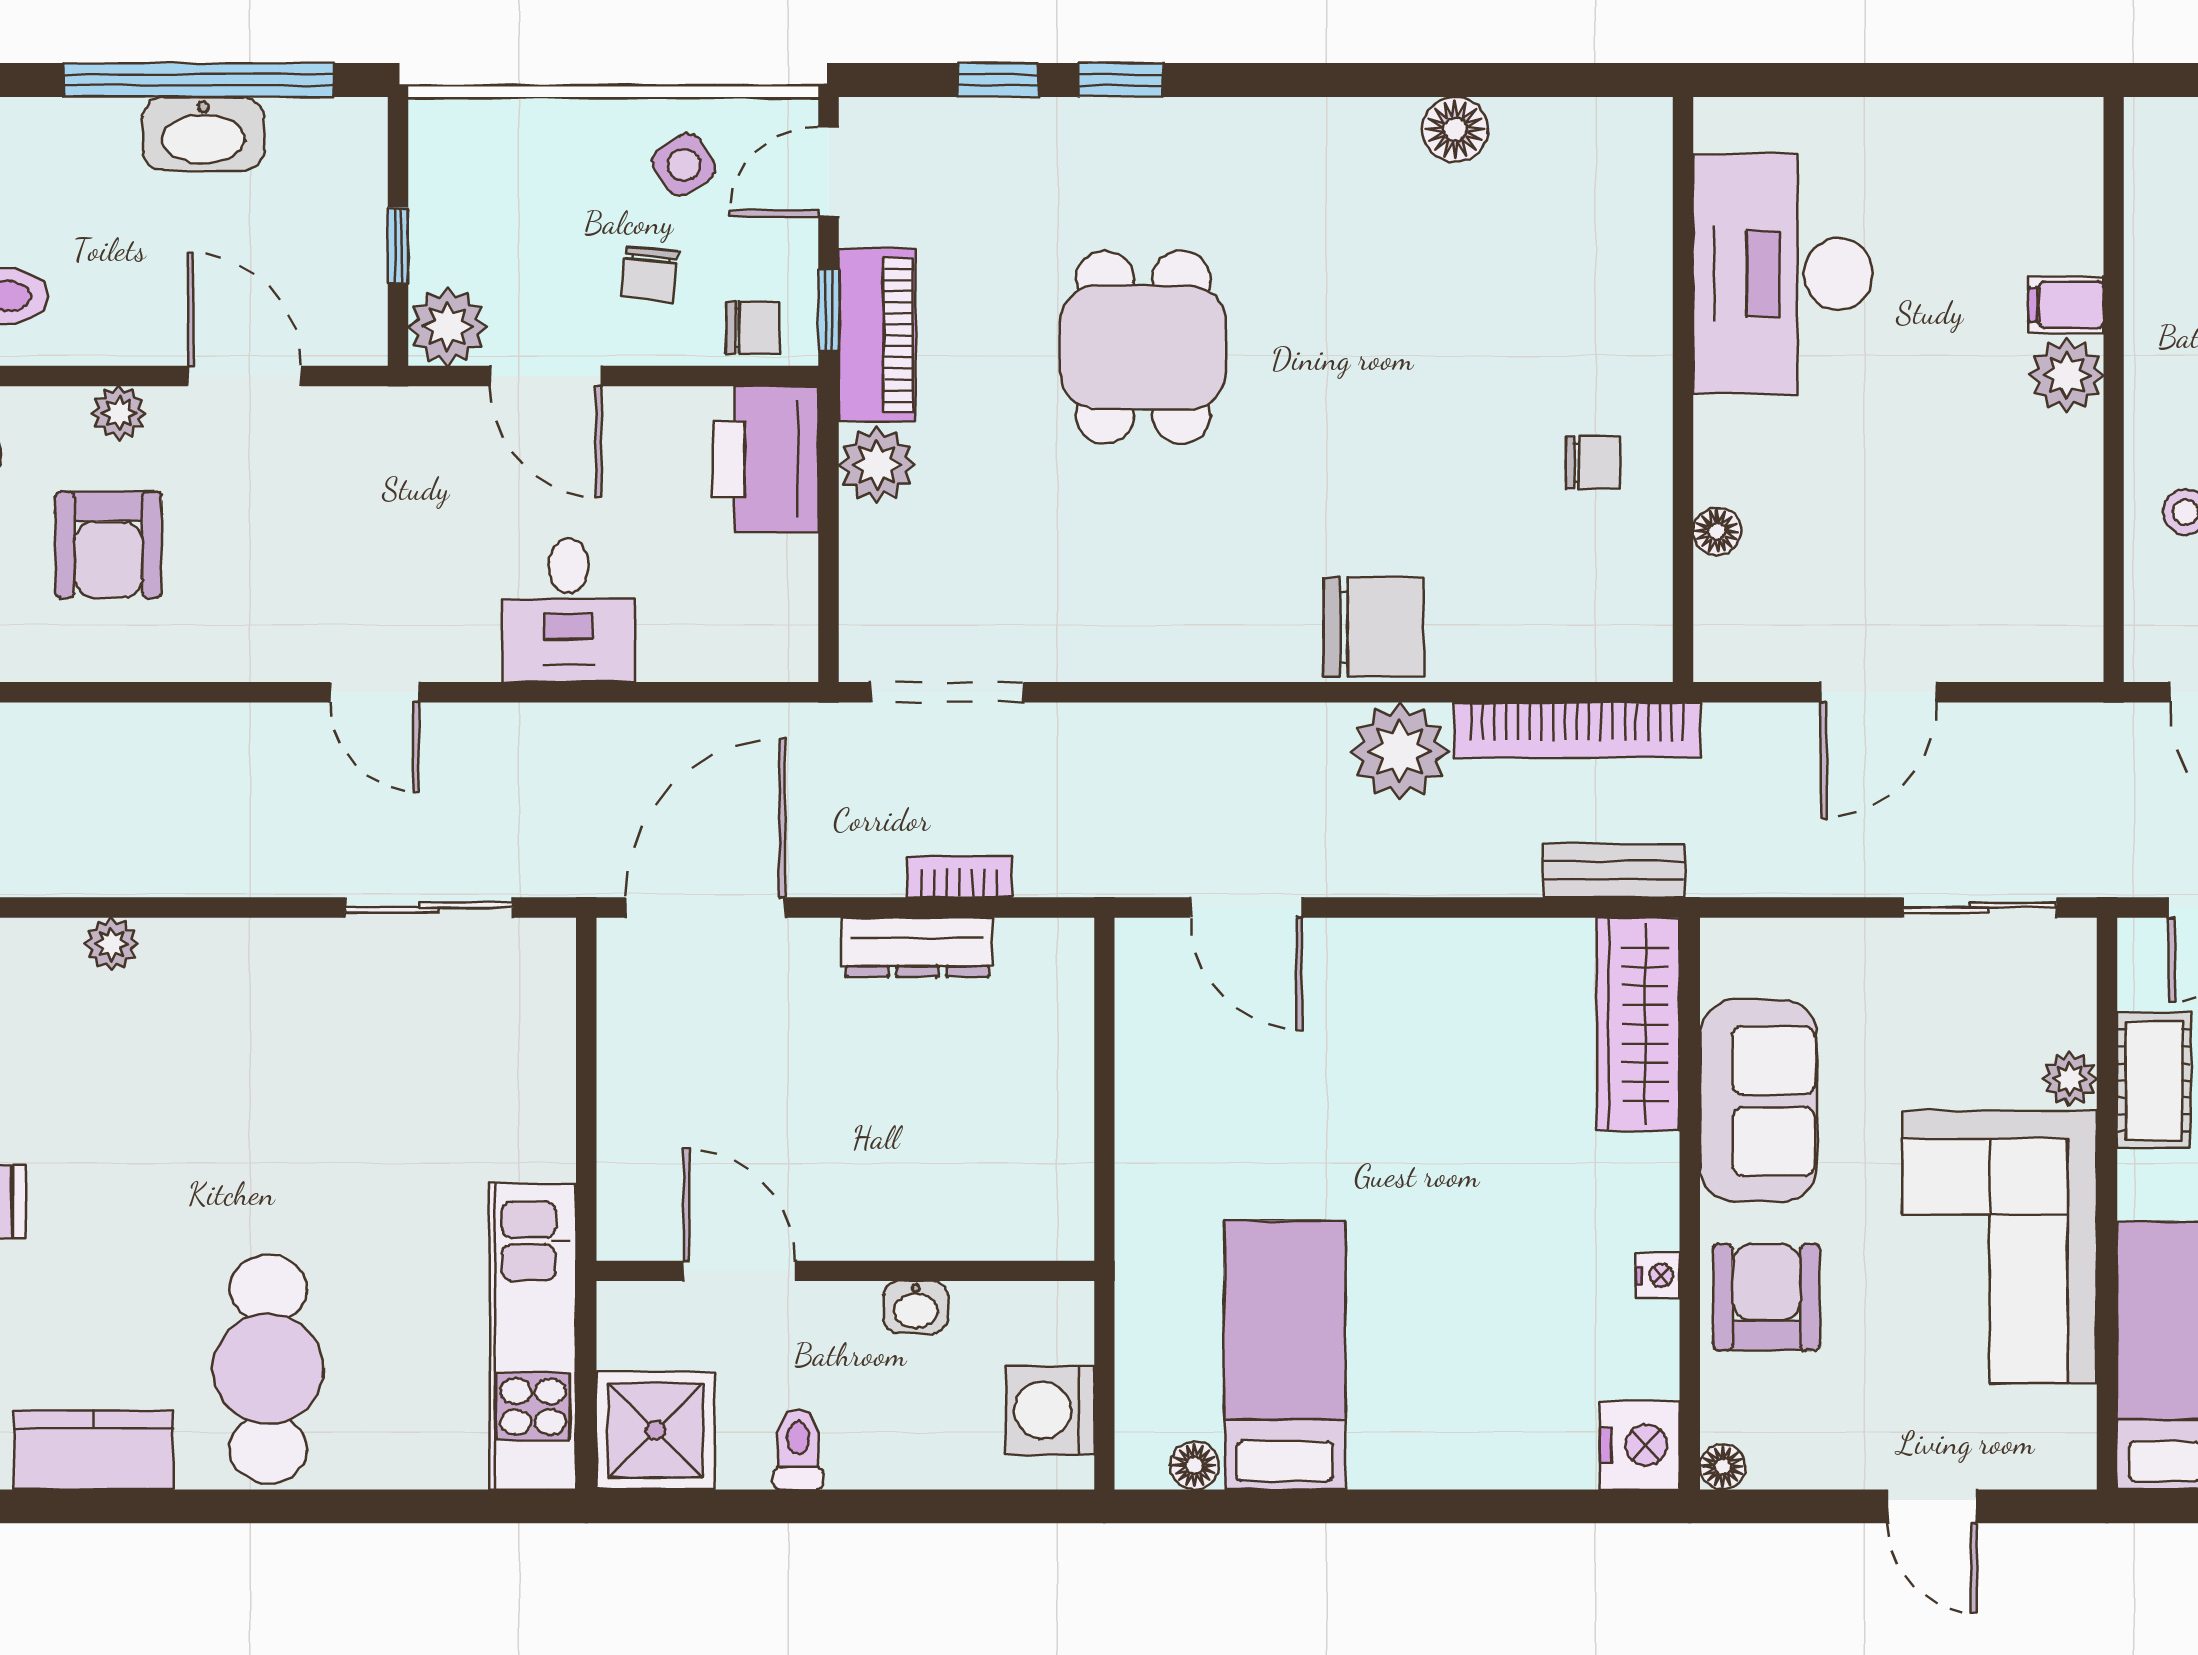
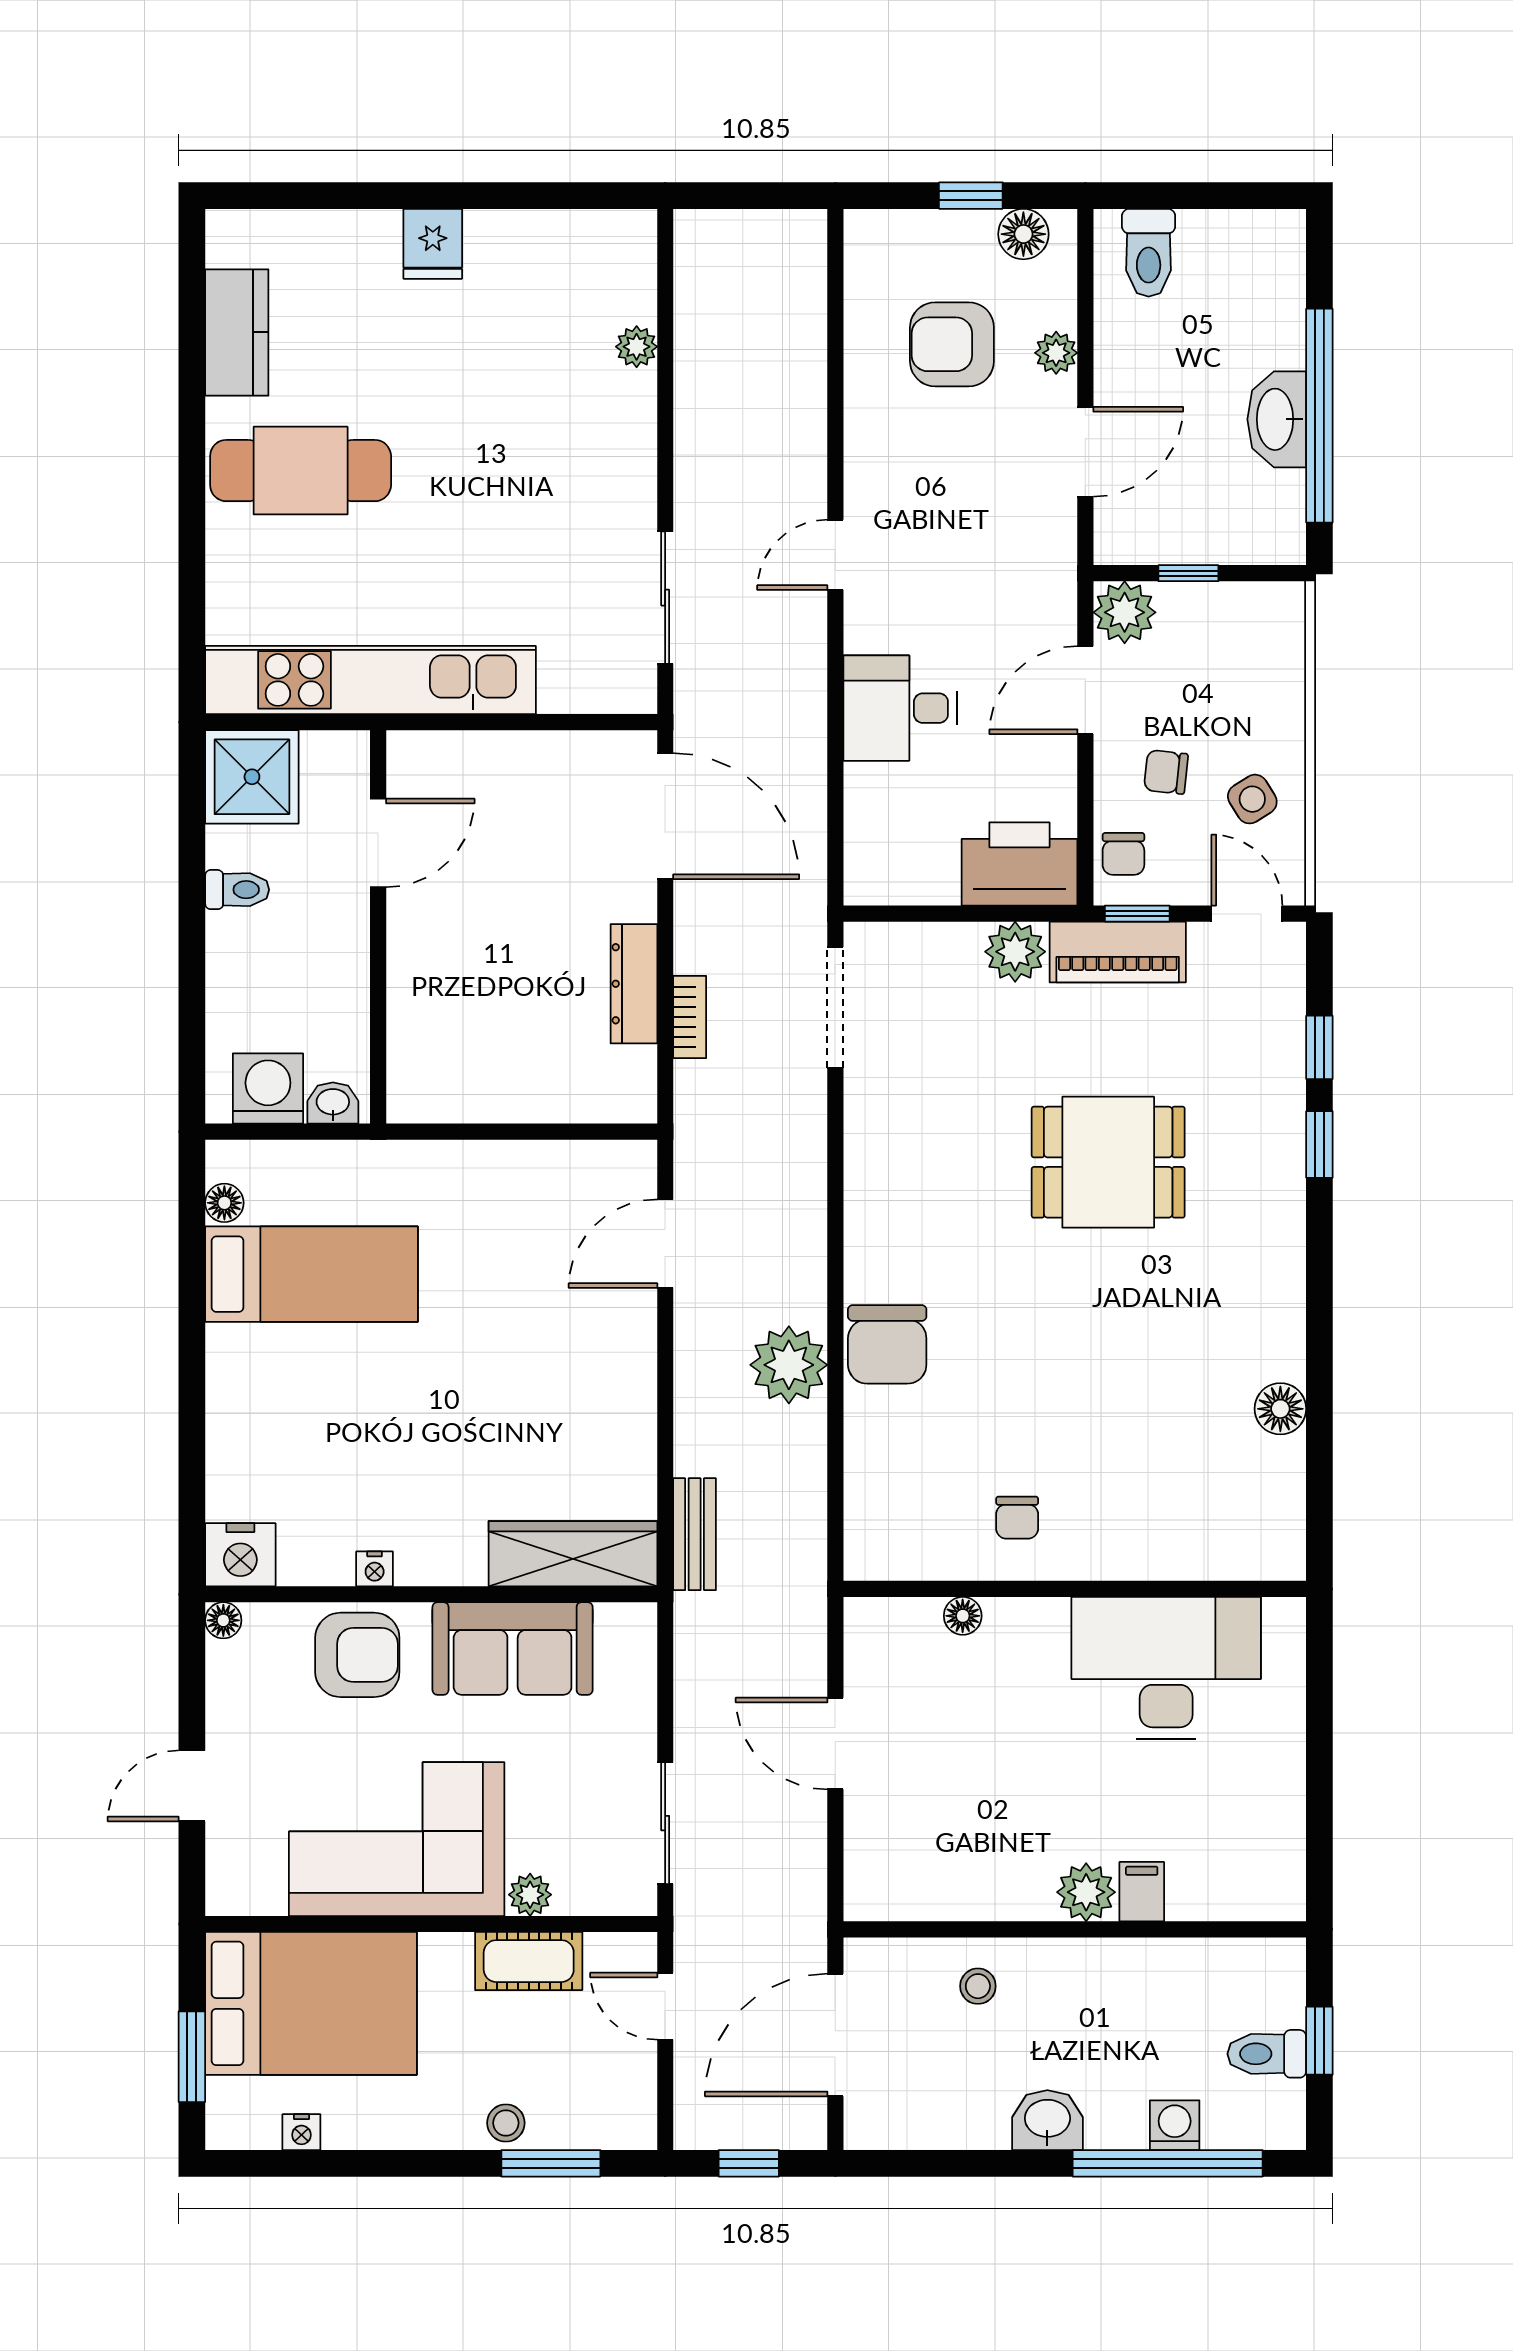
bookcase: (1577, 730) -> (805, 1505), removed
washbasin: (916, 1307) -> (333, 1103), moved, turned 90
kitchen unit: (533, 1336) -> (370, 680), width x1.36

